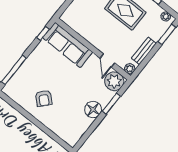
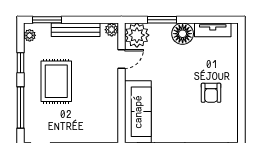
bench: (144, 51) -> (76, 30), width x1.36
armchair: (44, 98) -> (211, 93), turned 138
tv unit: (81, 130) -> (213, 30), added

